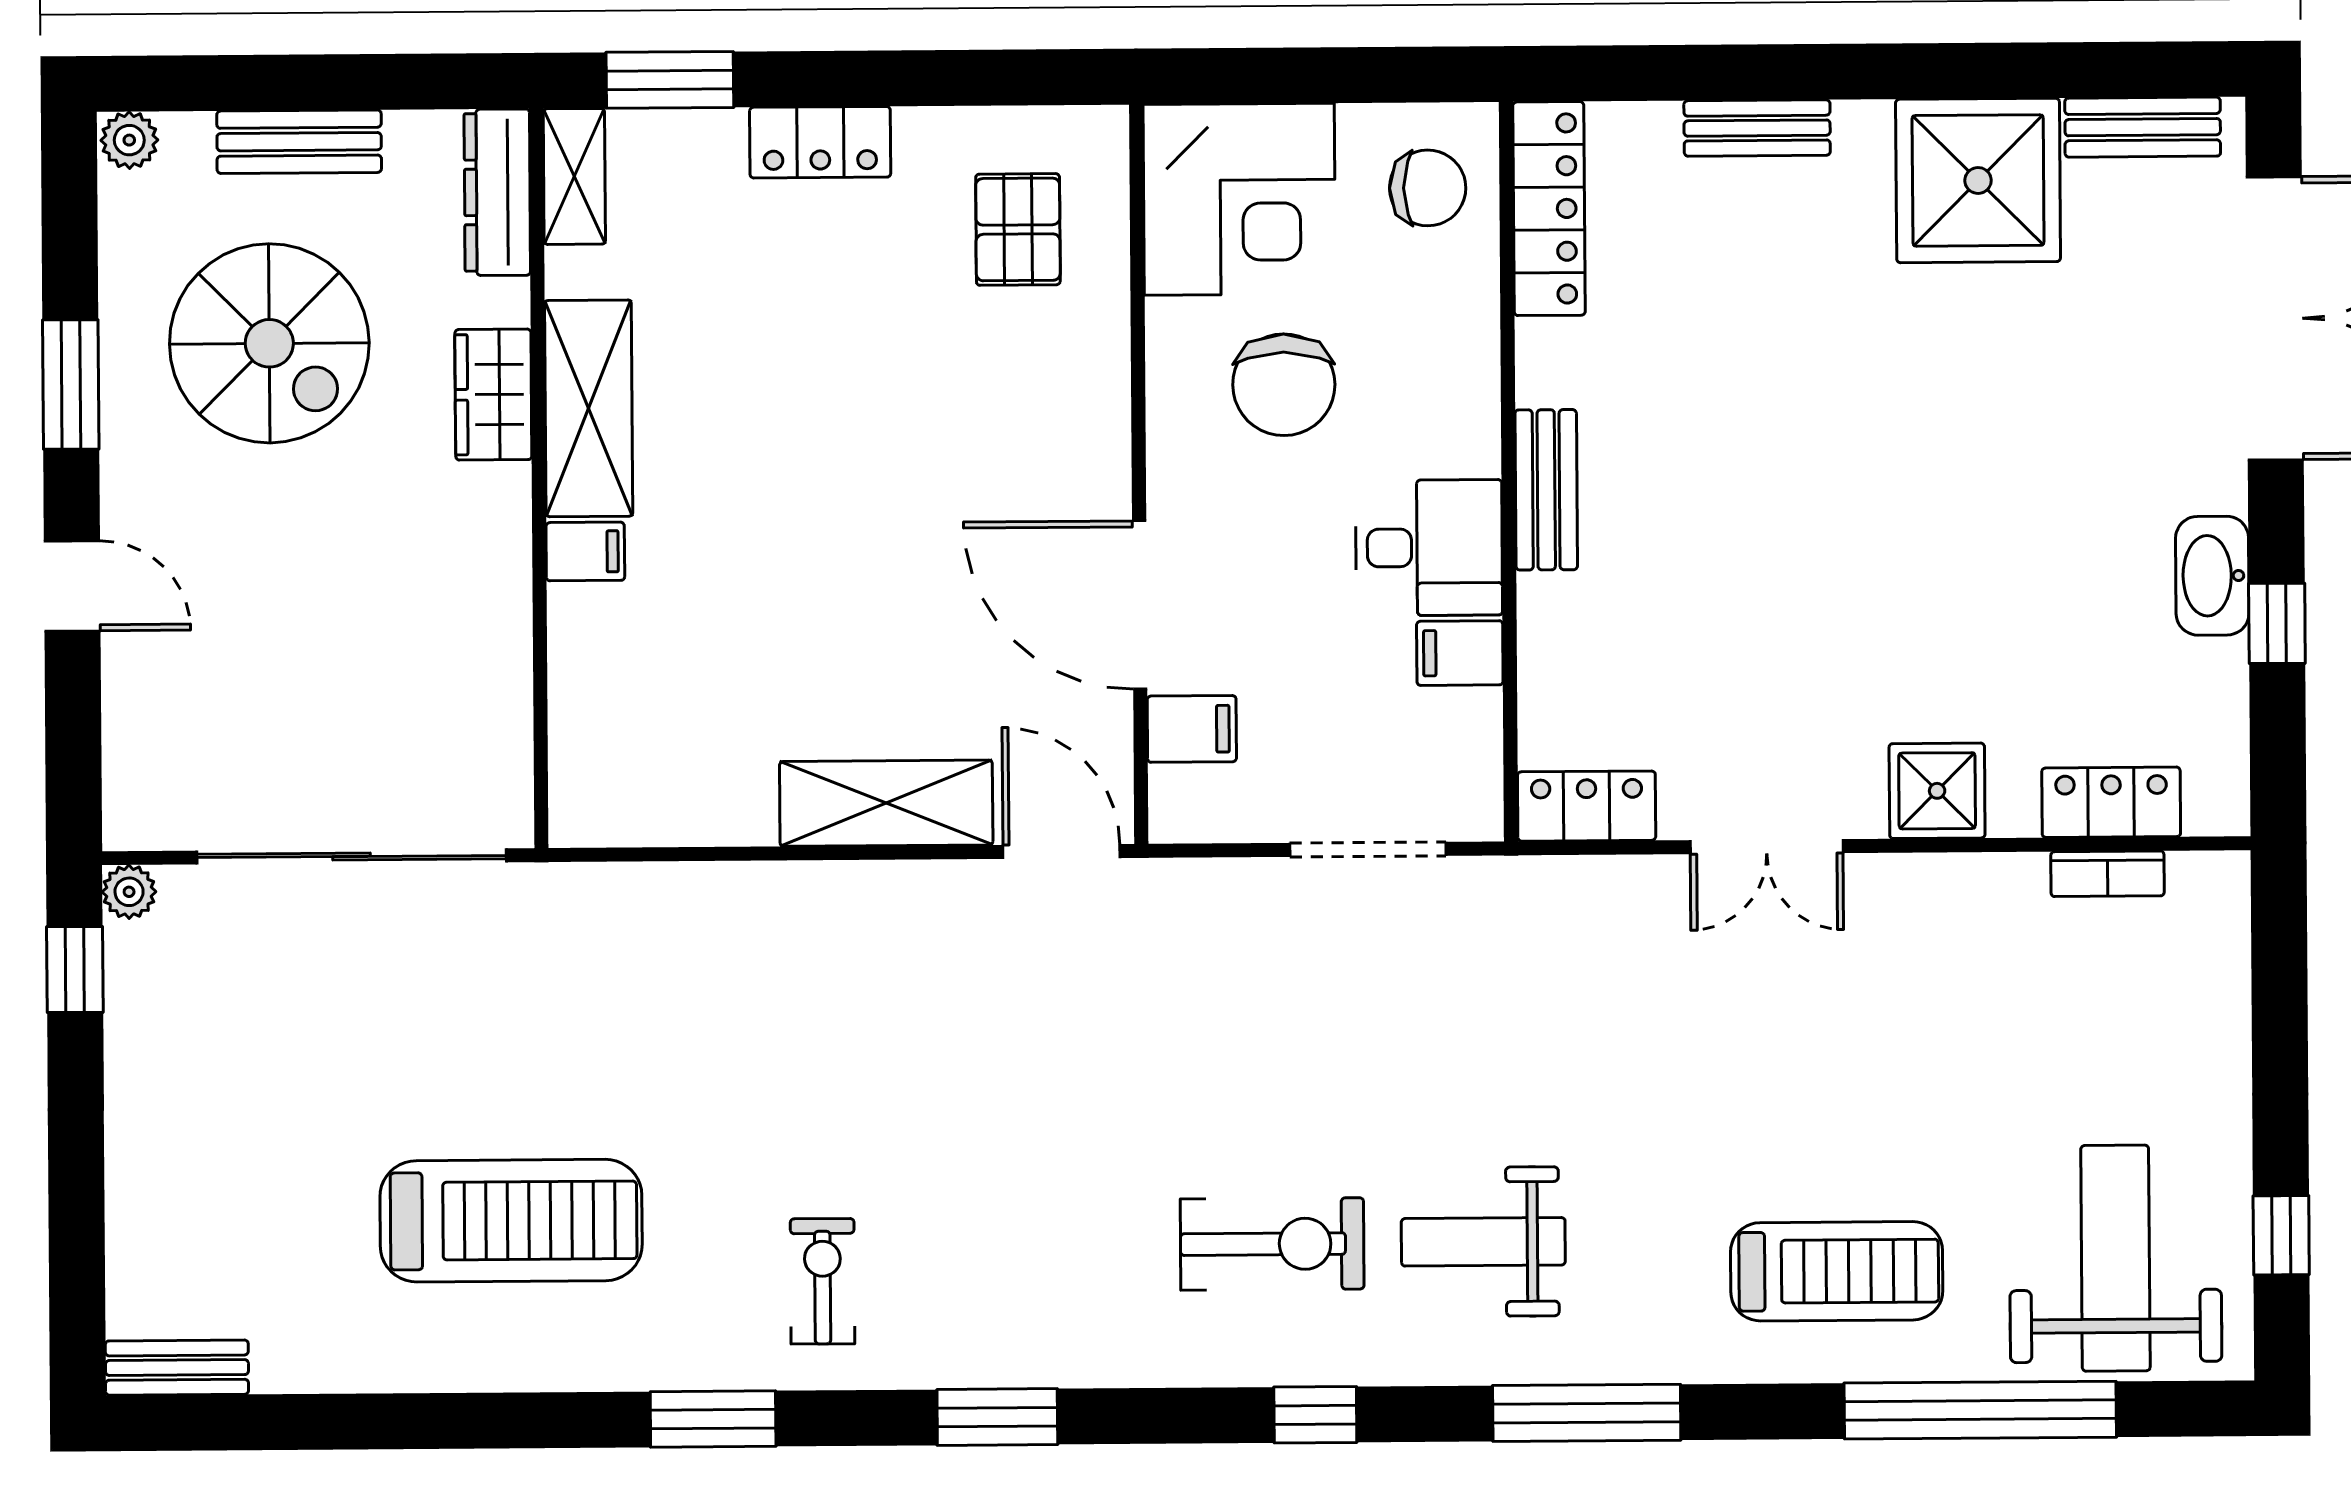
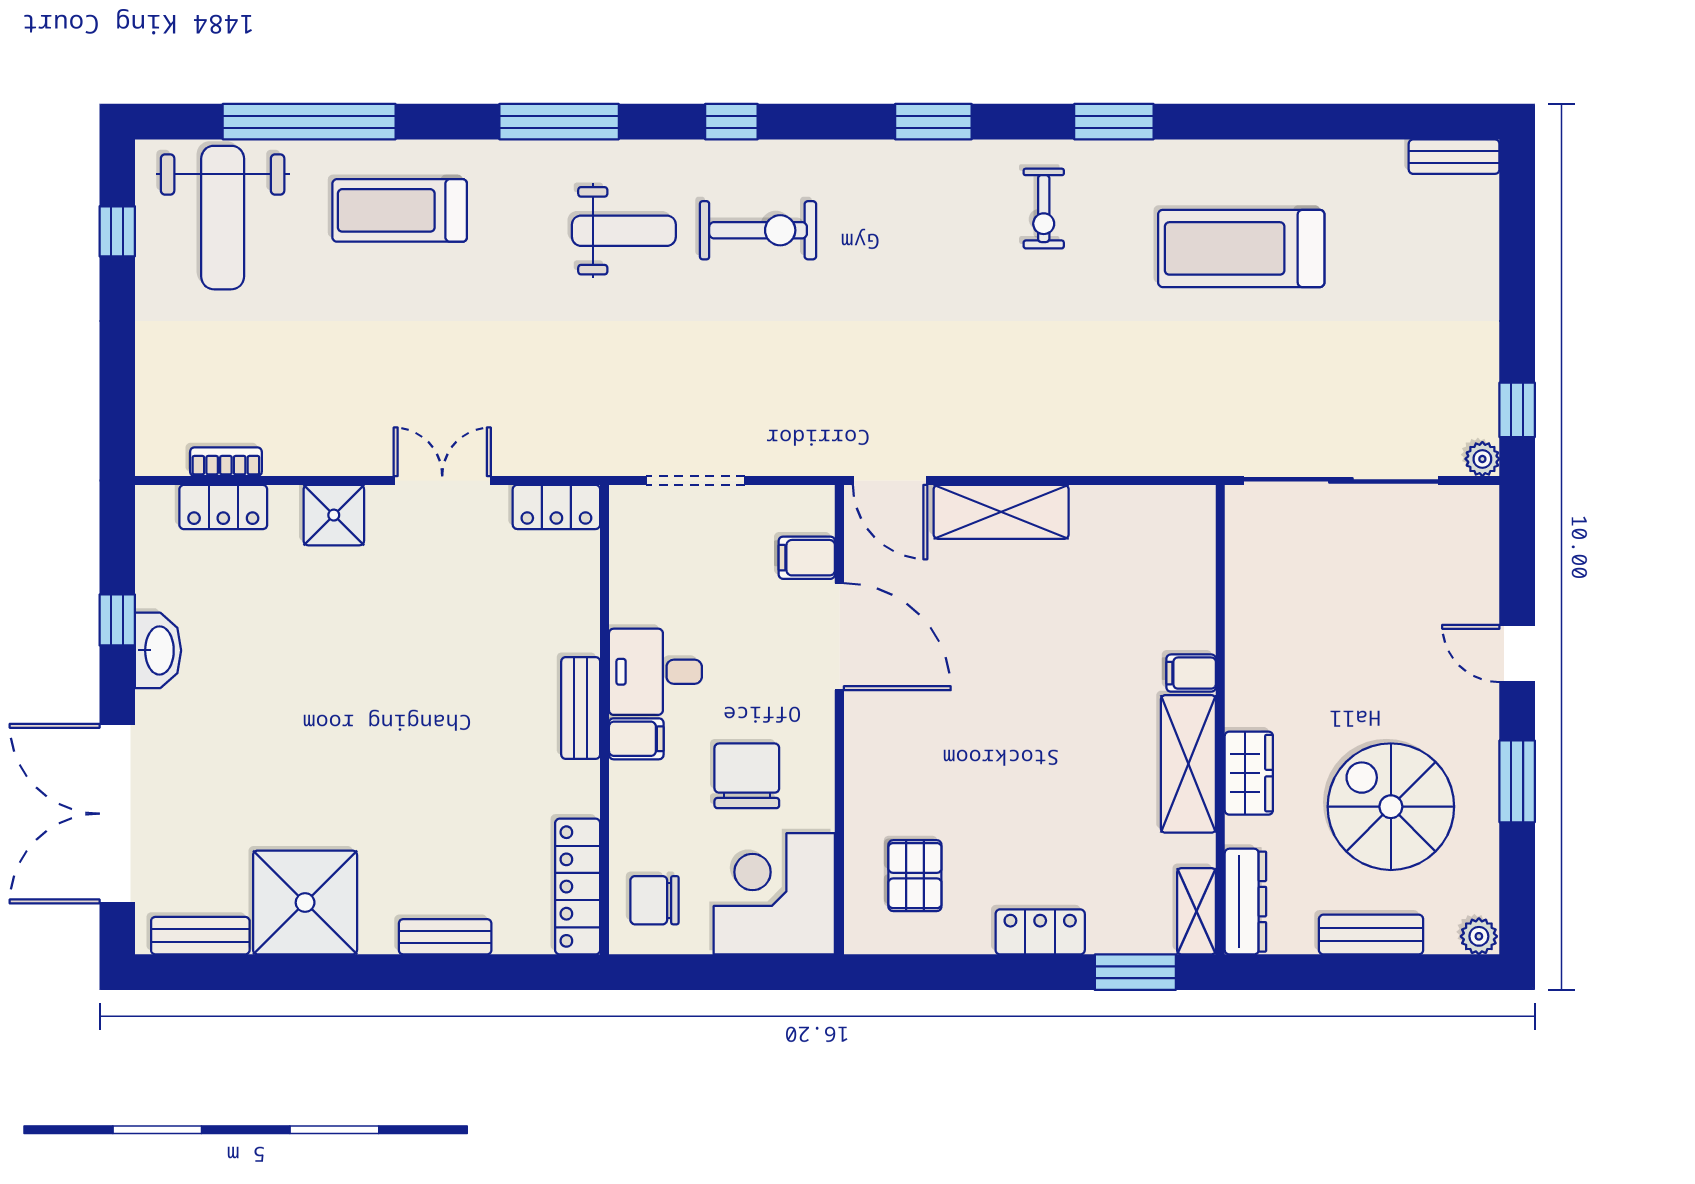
filing cabinet: (1460, 653) -> (636, 739), moved
exercise bike: (1272, 1244) -> (758, 230), turned 180

